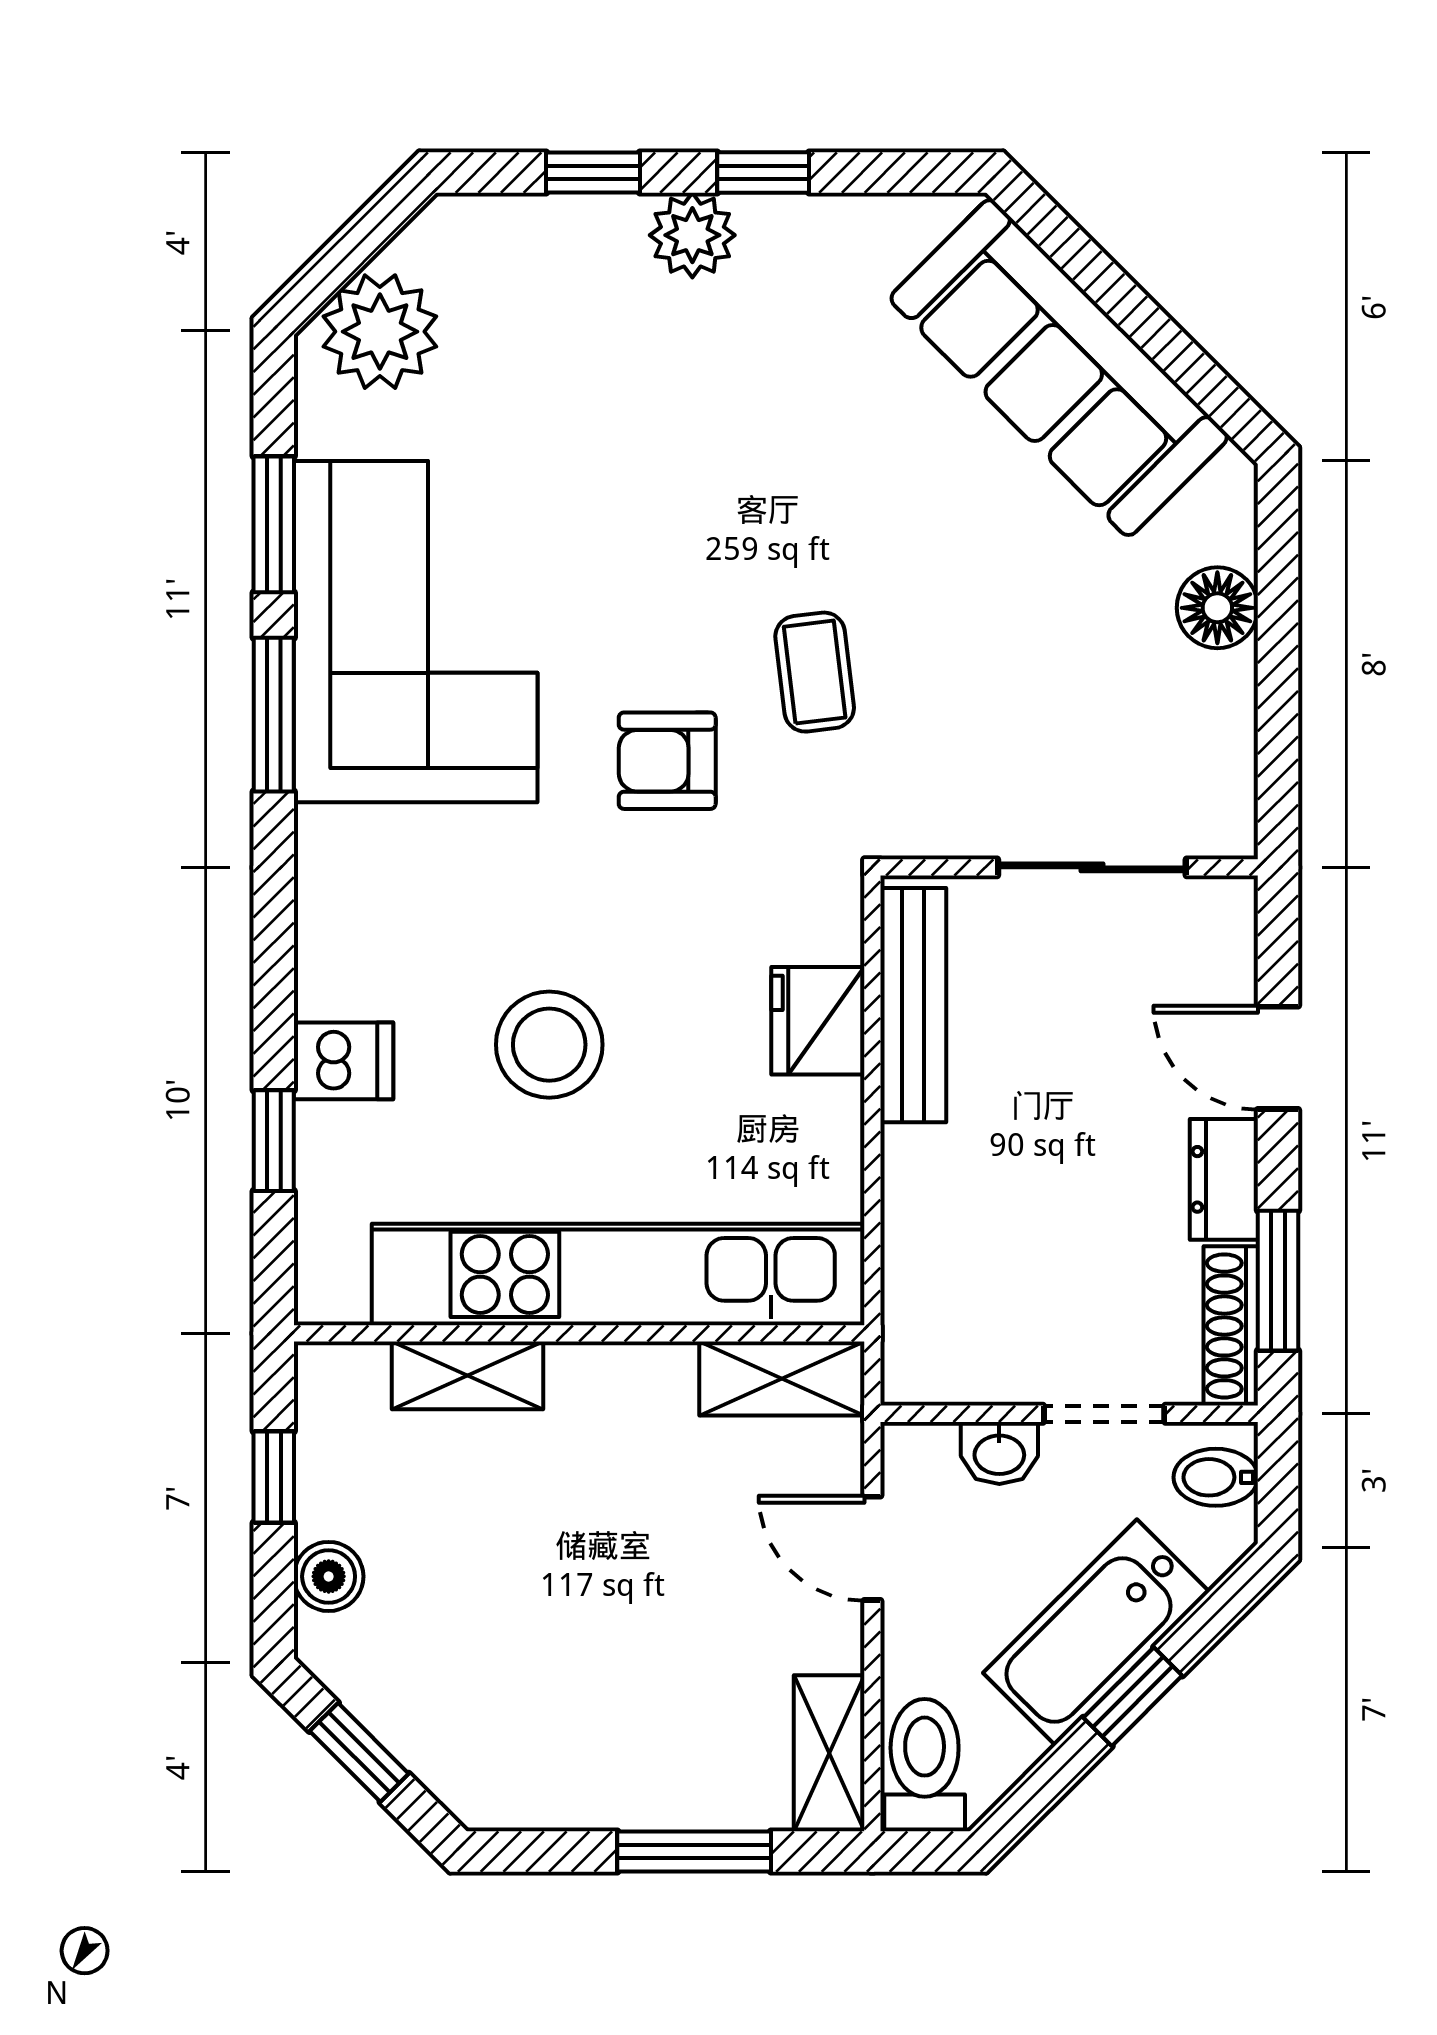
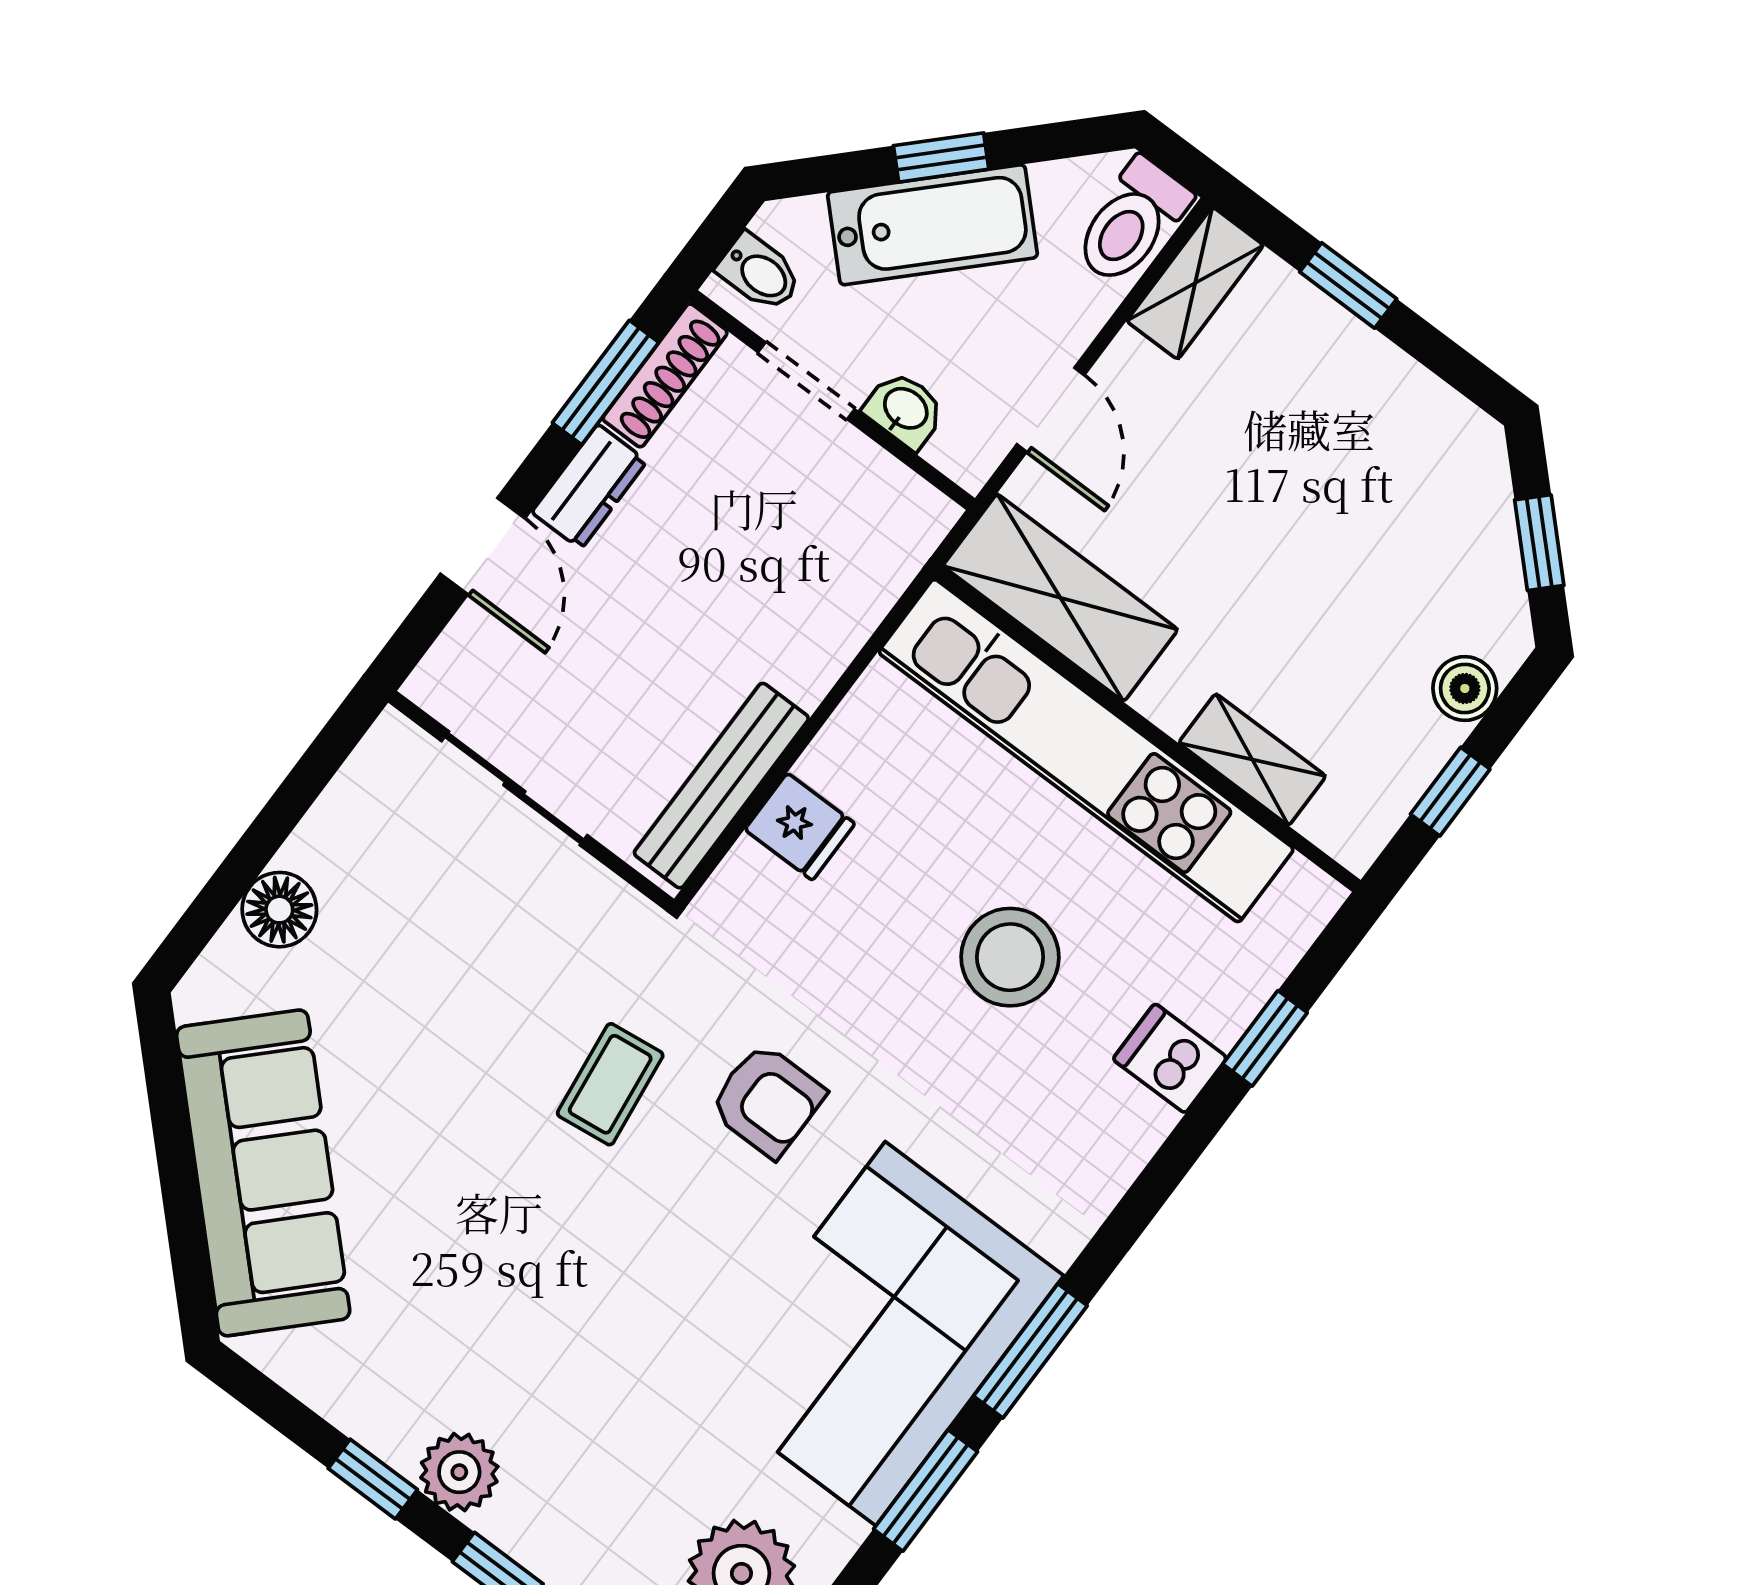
fridge: (818, 1021) -> (800, 827), width x0.72
shelving: (782, 1379) -> (1060, 598), width x1.50, depth x1.33
window: (694, 1852) -> (1348, 285), width x0.67

